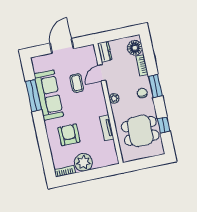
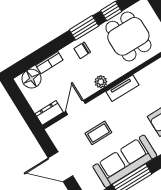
door: (102, 73) -> (76, 107), swing flipped
window: (155, 86) -> (84, 28), moved
tv unit: (107, 128) -> (122, 88), moved

